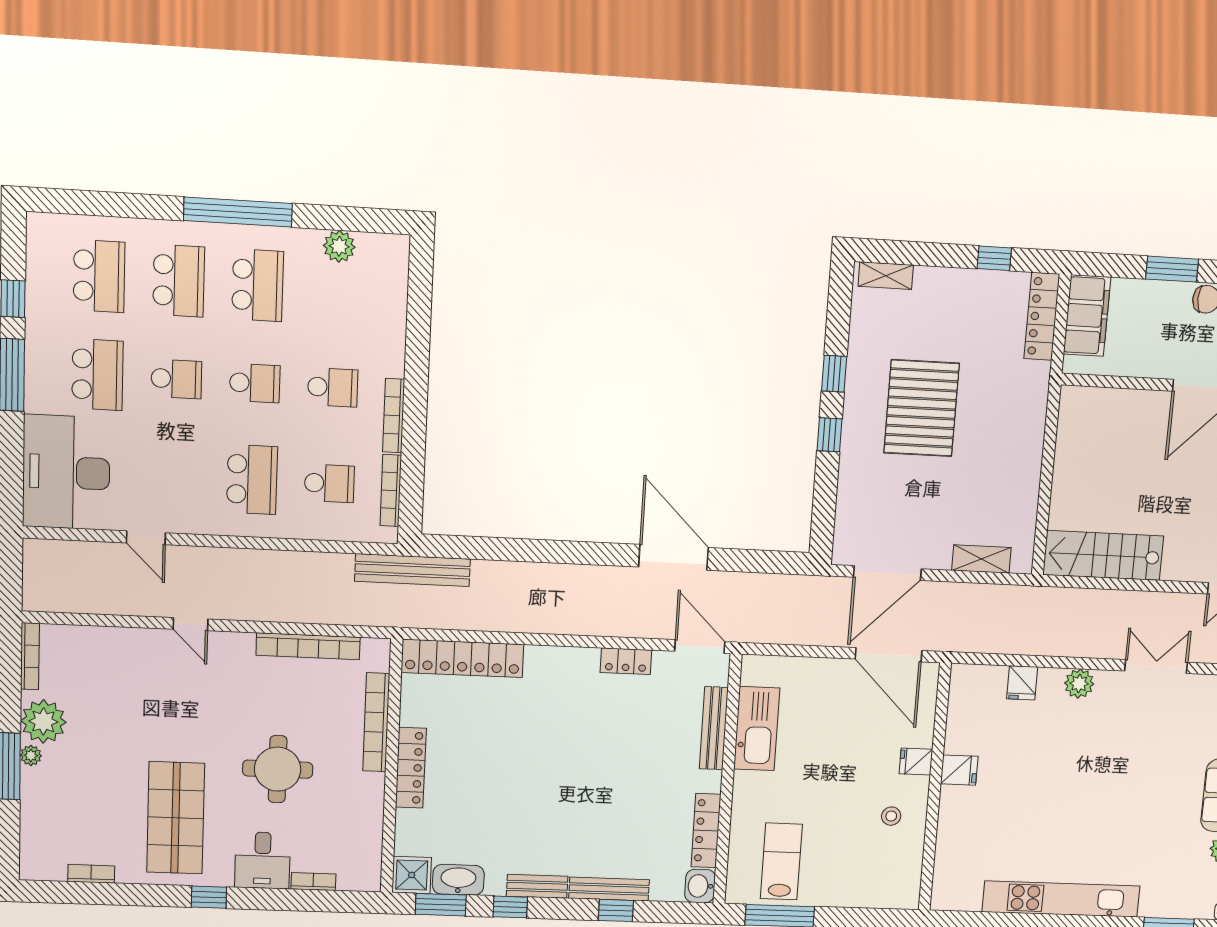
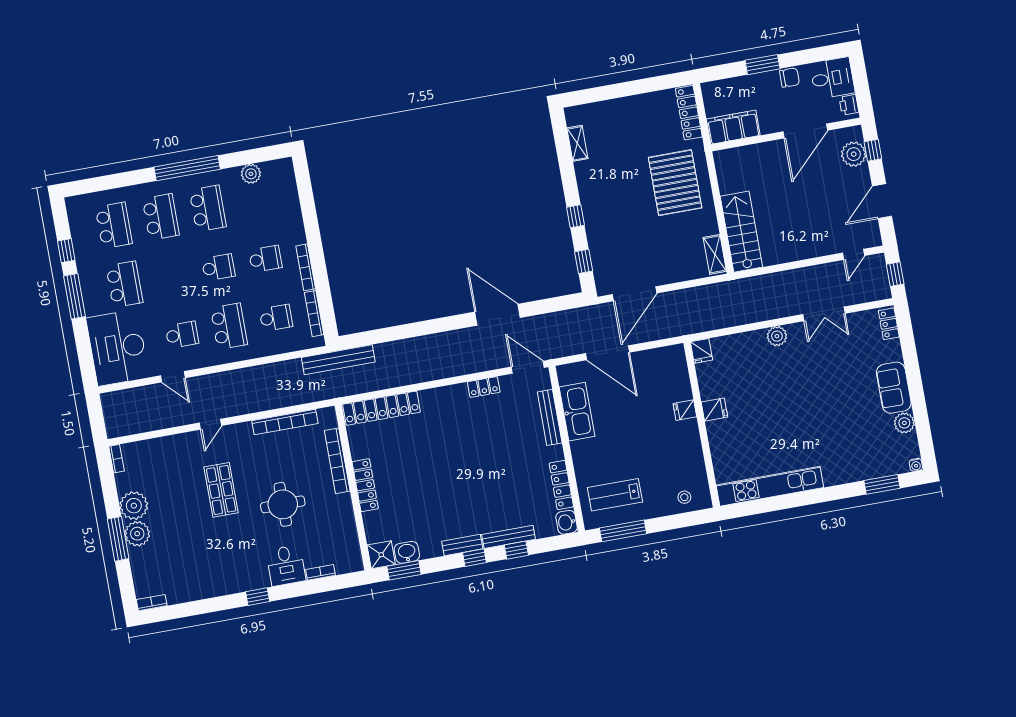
window: (994, 258) -> (649, 85), removed
shelving: (886, 276) -> (577, 143), moved, turned 90
filing cabinet: (1087, 316) -> (733, 127), moved, turned -90
window: (834, 374) -> (584, 261), moved
school desk: (176, 379) -> (182, 335), moved
pallet: (922, 408) -> (675, 183), moved
stairs: (1103, 555) -> (741, 232), moved, turned 90
shelving: (981, 559) -> (715, 254), moved, turned 90
door: (190, 624) -> (210, 424), hinge flipped
door: (889, 655) -> (608, 353), moved
bookcase: (30, 656) -> (117, 459), width x0.64
double door: (1156, 667) -> (824, 314), swing flipped
fridge: (1022, 683) -> (701, 351), moved
plant: (31, 755) -> (137, 534), width x1.87, depth x1.87
stool: (891, 816) -> (684, 497), moved
shop shelf: (176, 818) -> (221, 490), moved, width x0.70, depth x0.74
lab bench: (781, 861) -> (615, 495), turned -90
bookcase: (91, 874) -> (152, 603), moved
washbasin: (458, 880) -> (407, 552), width x0.72
kitchen unit: (1061, 899) -> (770, 486), moved
window: (510, 907) -> (475, 558), moved

